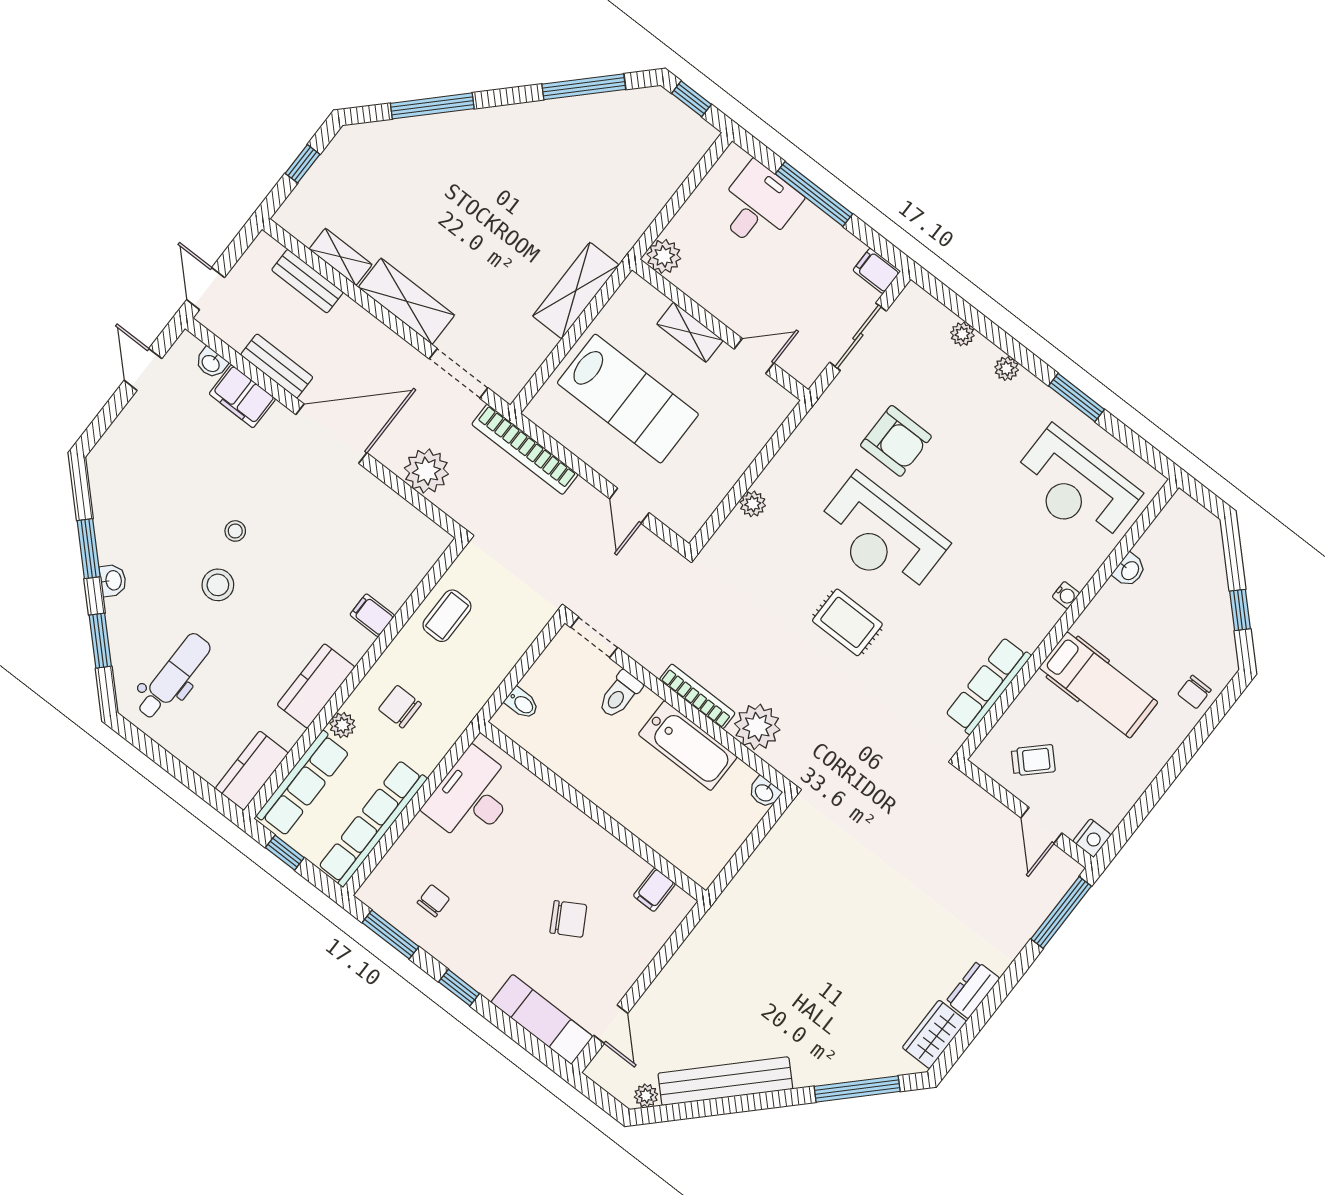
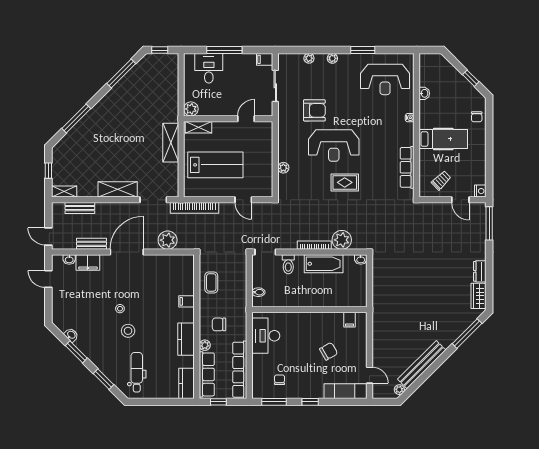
shelving: (341, 257) -> (64, 192), moved
shelving: (690, 332) -> (199, 127), moved
washbasin: (113, 580) -> (71, 335), moved

